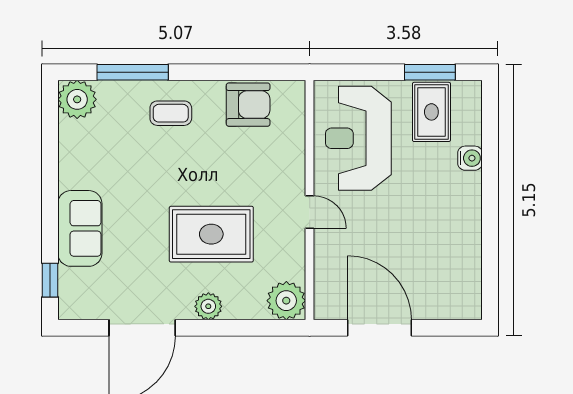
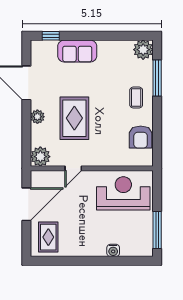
window: (430, 72) -> (157, 230), width x1.44
rug: (431, 112) -> (48, 237), moved, turned 90
door: (310, 212) -> (73, 168), moved

